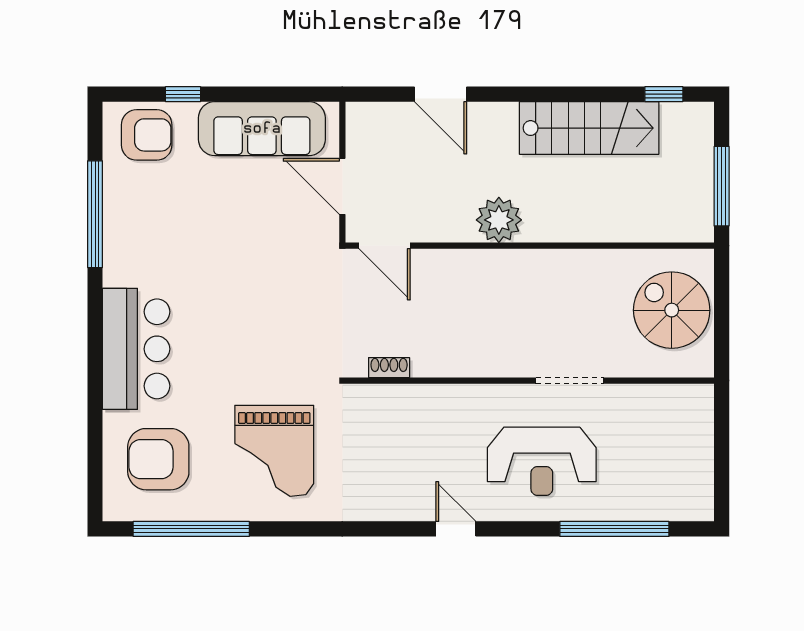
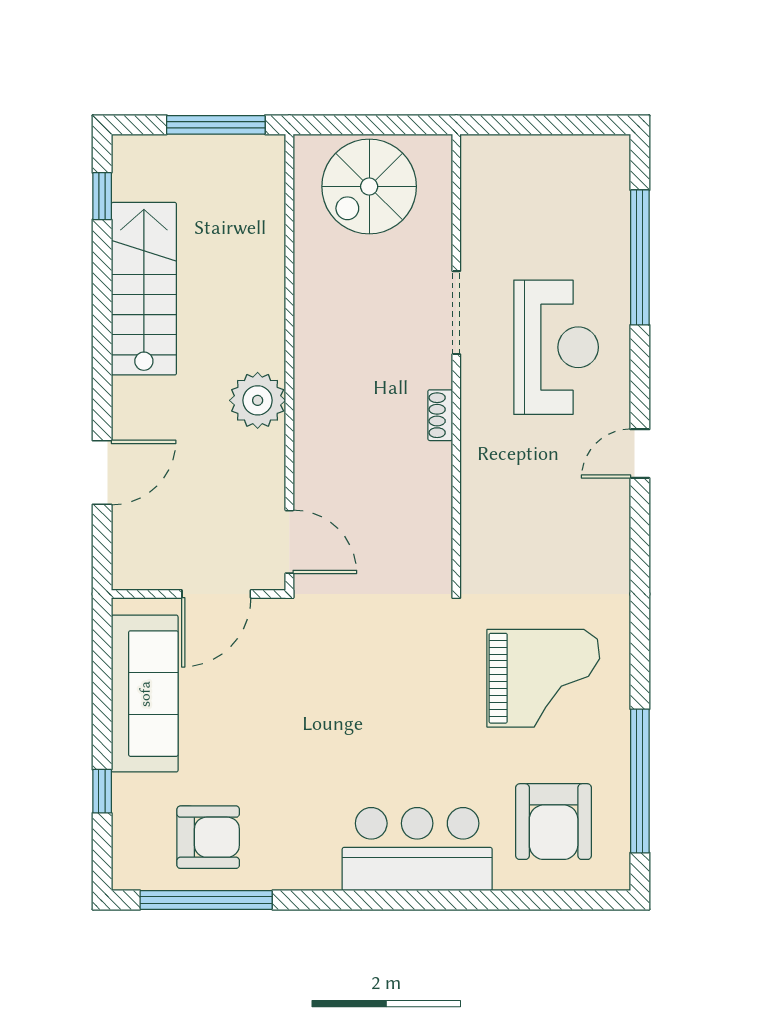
armchair: (147, 135) -> (208, 837), moved, turned 90
window: (95, 214) -> (206, 900), moved
door: (384, 246) -> (289, 542), hinge flipped
shoe rack: (389, 368) -> (440, 415), moved

